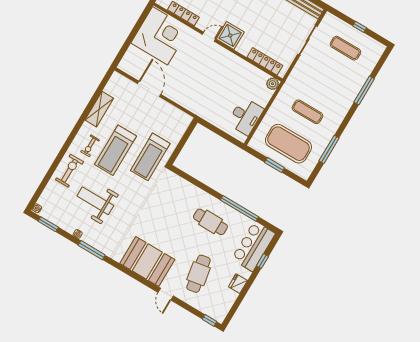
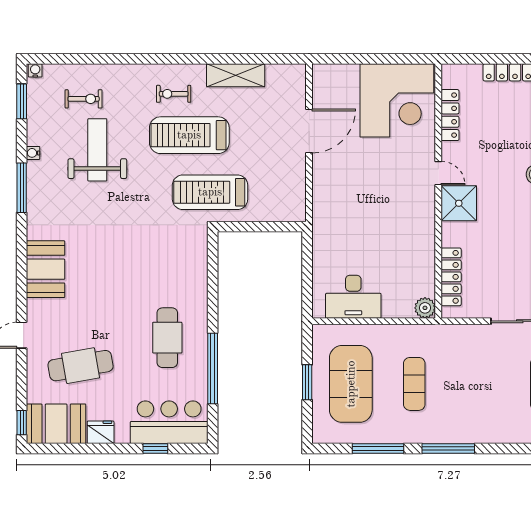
window: (364, 90) -> (448, 449), moved
exercise bike: (69, 171) -> (84, 99), moved, width x0.73, depth x0.72
booth: (147, 261) -> (46, 269), width x0.73, depth x0.70
booth: (220, 303) -> (56, 424), added

